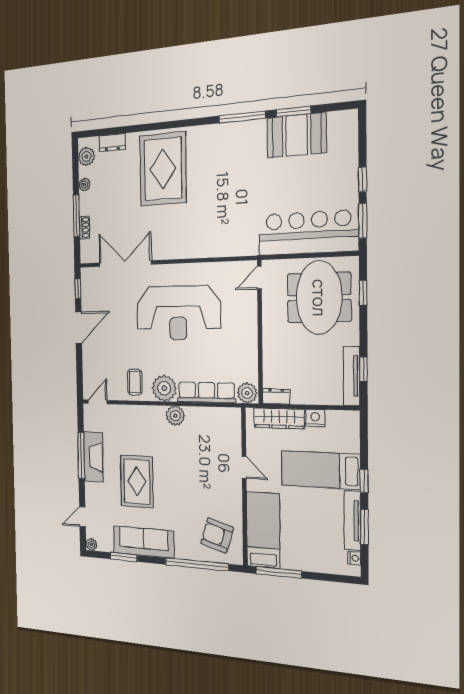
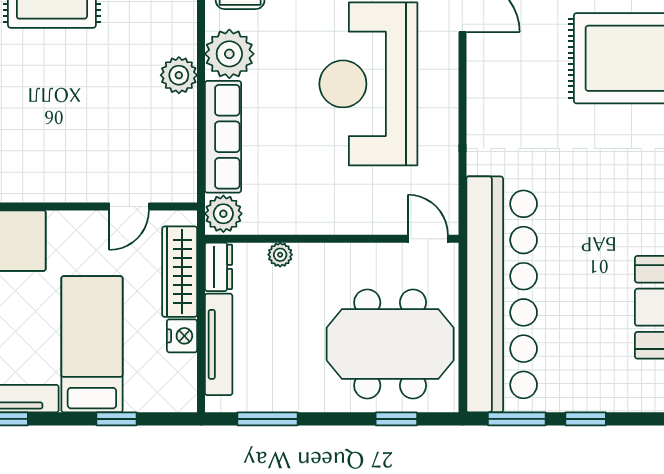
bar counter: (308, 233) -> (502, 294), width x1.36
plant: (269, 361) -> (280, 255), added
window: (364, 369) -> (267, 419), width x1.50
tv unit: (352, 376) -> (219, 344), moved, turned 90
door: (244, 467) -> (129, 206), moved
window: (364, 481) -> (117, 419), moved

